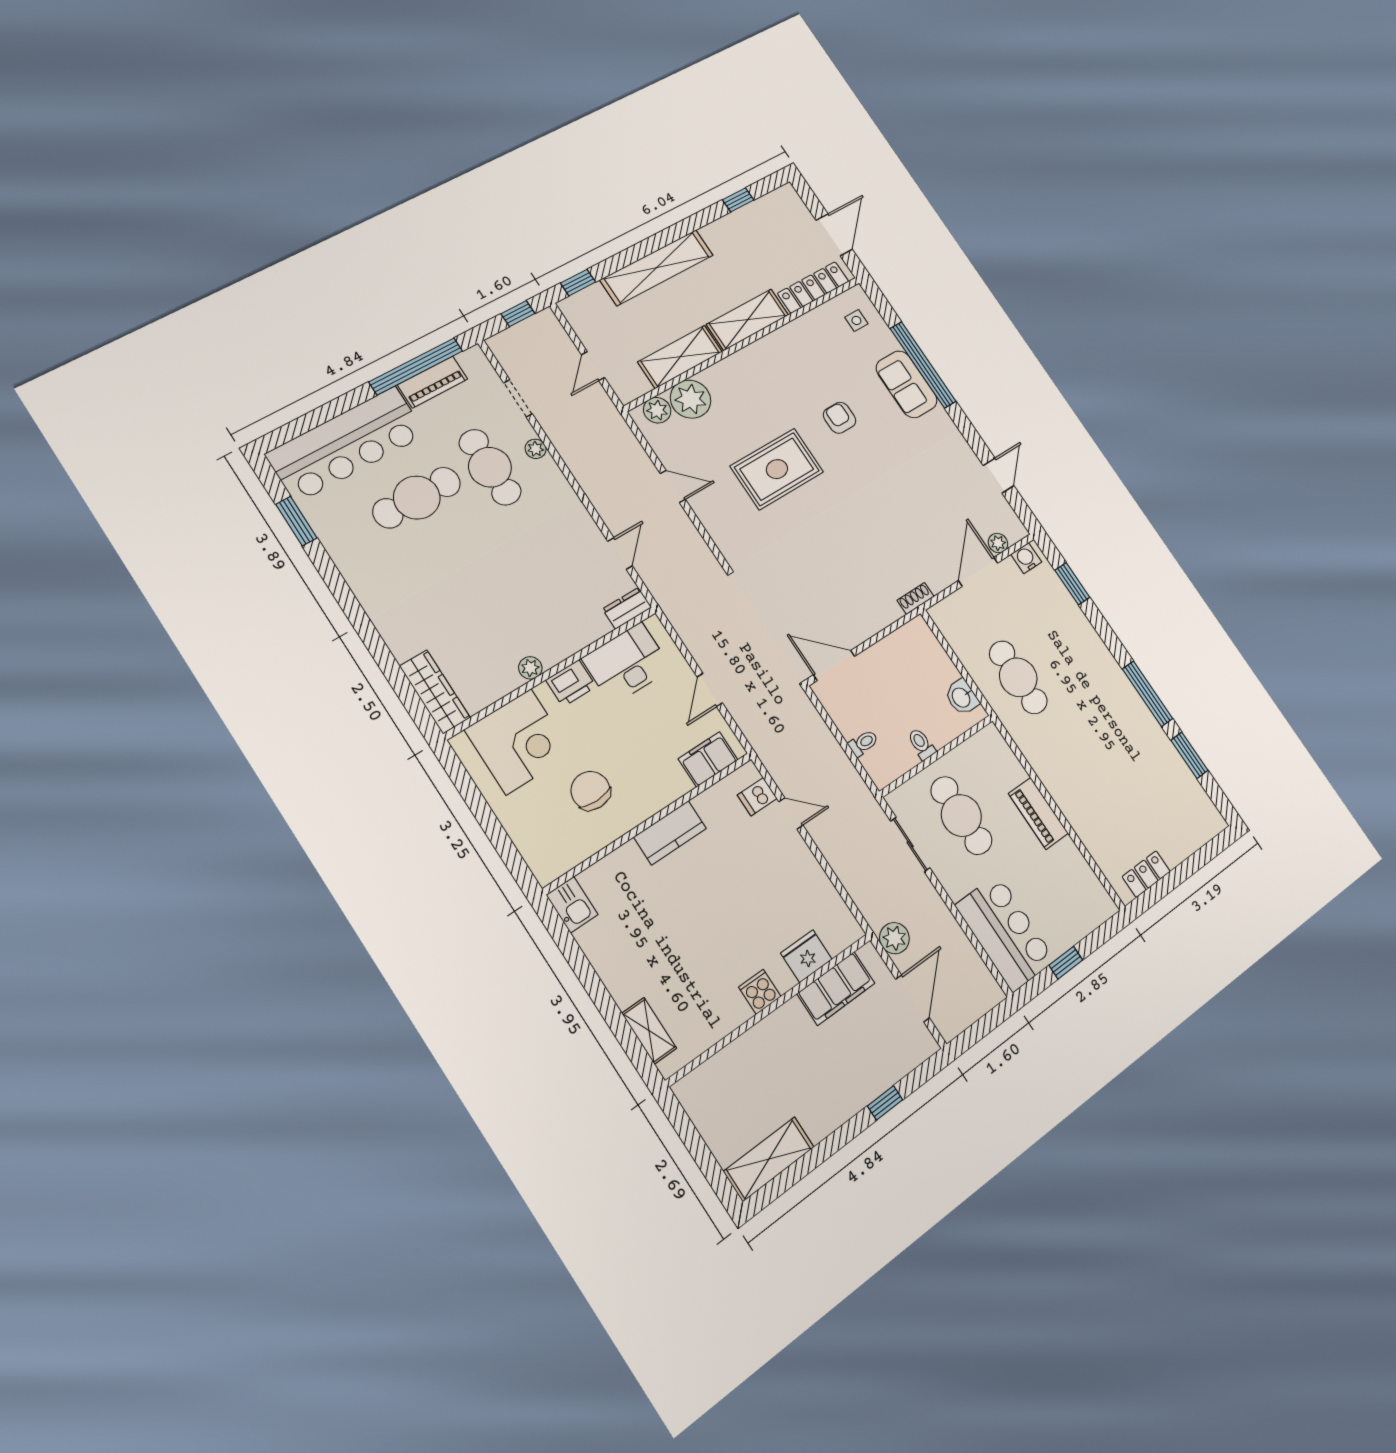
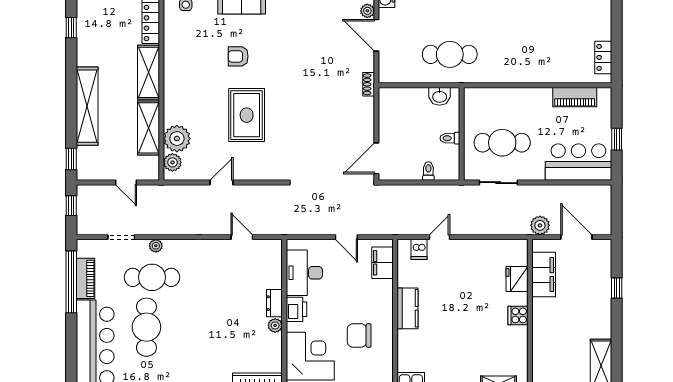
dresser: (627, 608) -> (274, 303), moved
piano: (1038, 813) -> (575, 97), moved

